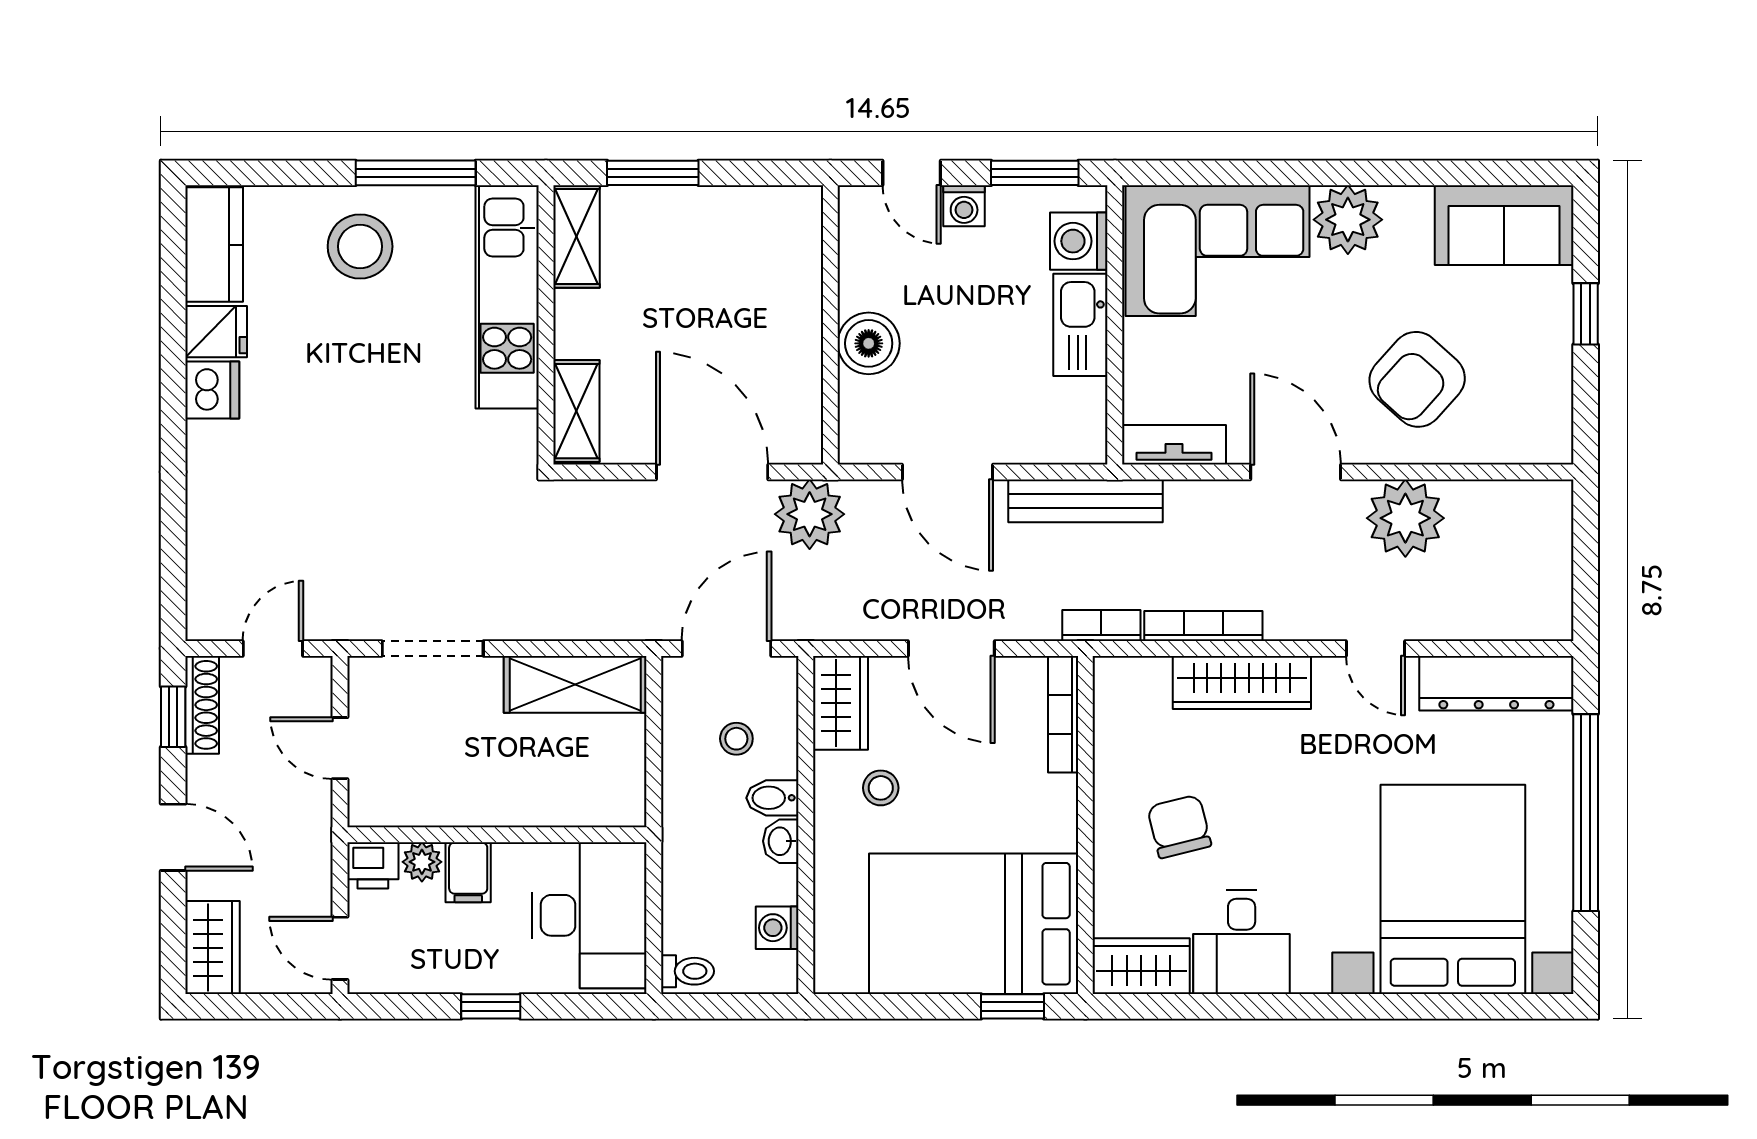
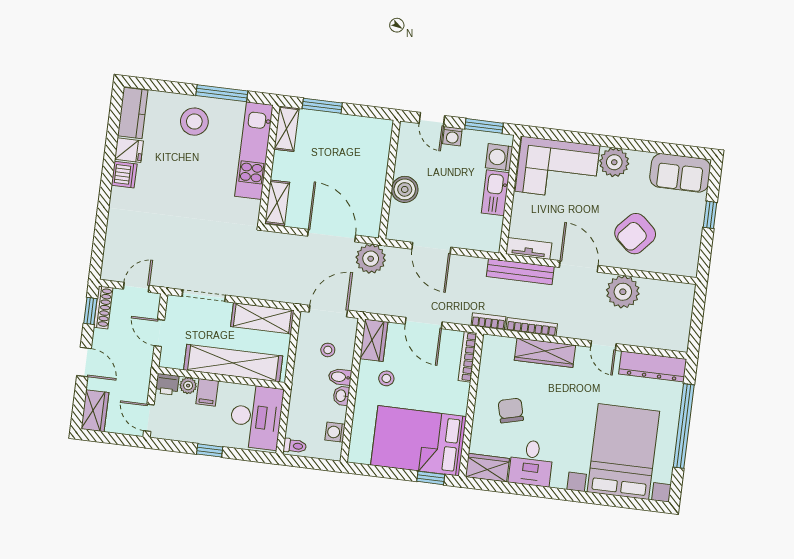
bench: (1085, 501) -> (520, 272), moved
shelving: (520, 797) -> (233, 363), added

